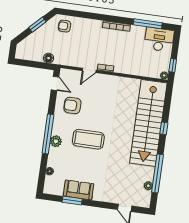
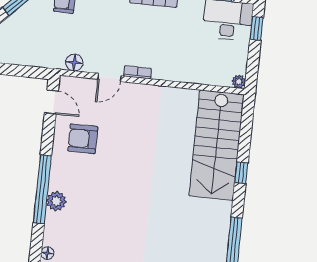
floor lamp: (49, 58) -> (74, 62), moved
window: (173, 65) -> (257, 28), moved
stairs: (148, 123) -> (216, 145), width x0.73
coffee table: (88, 139) -> (112, 196), removed

